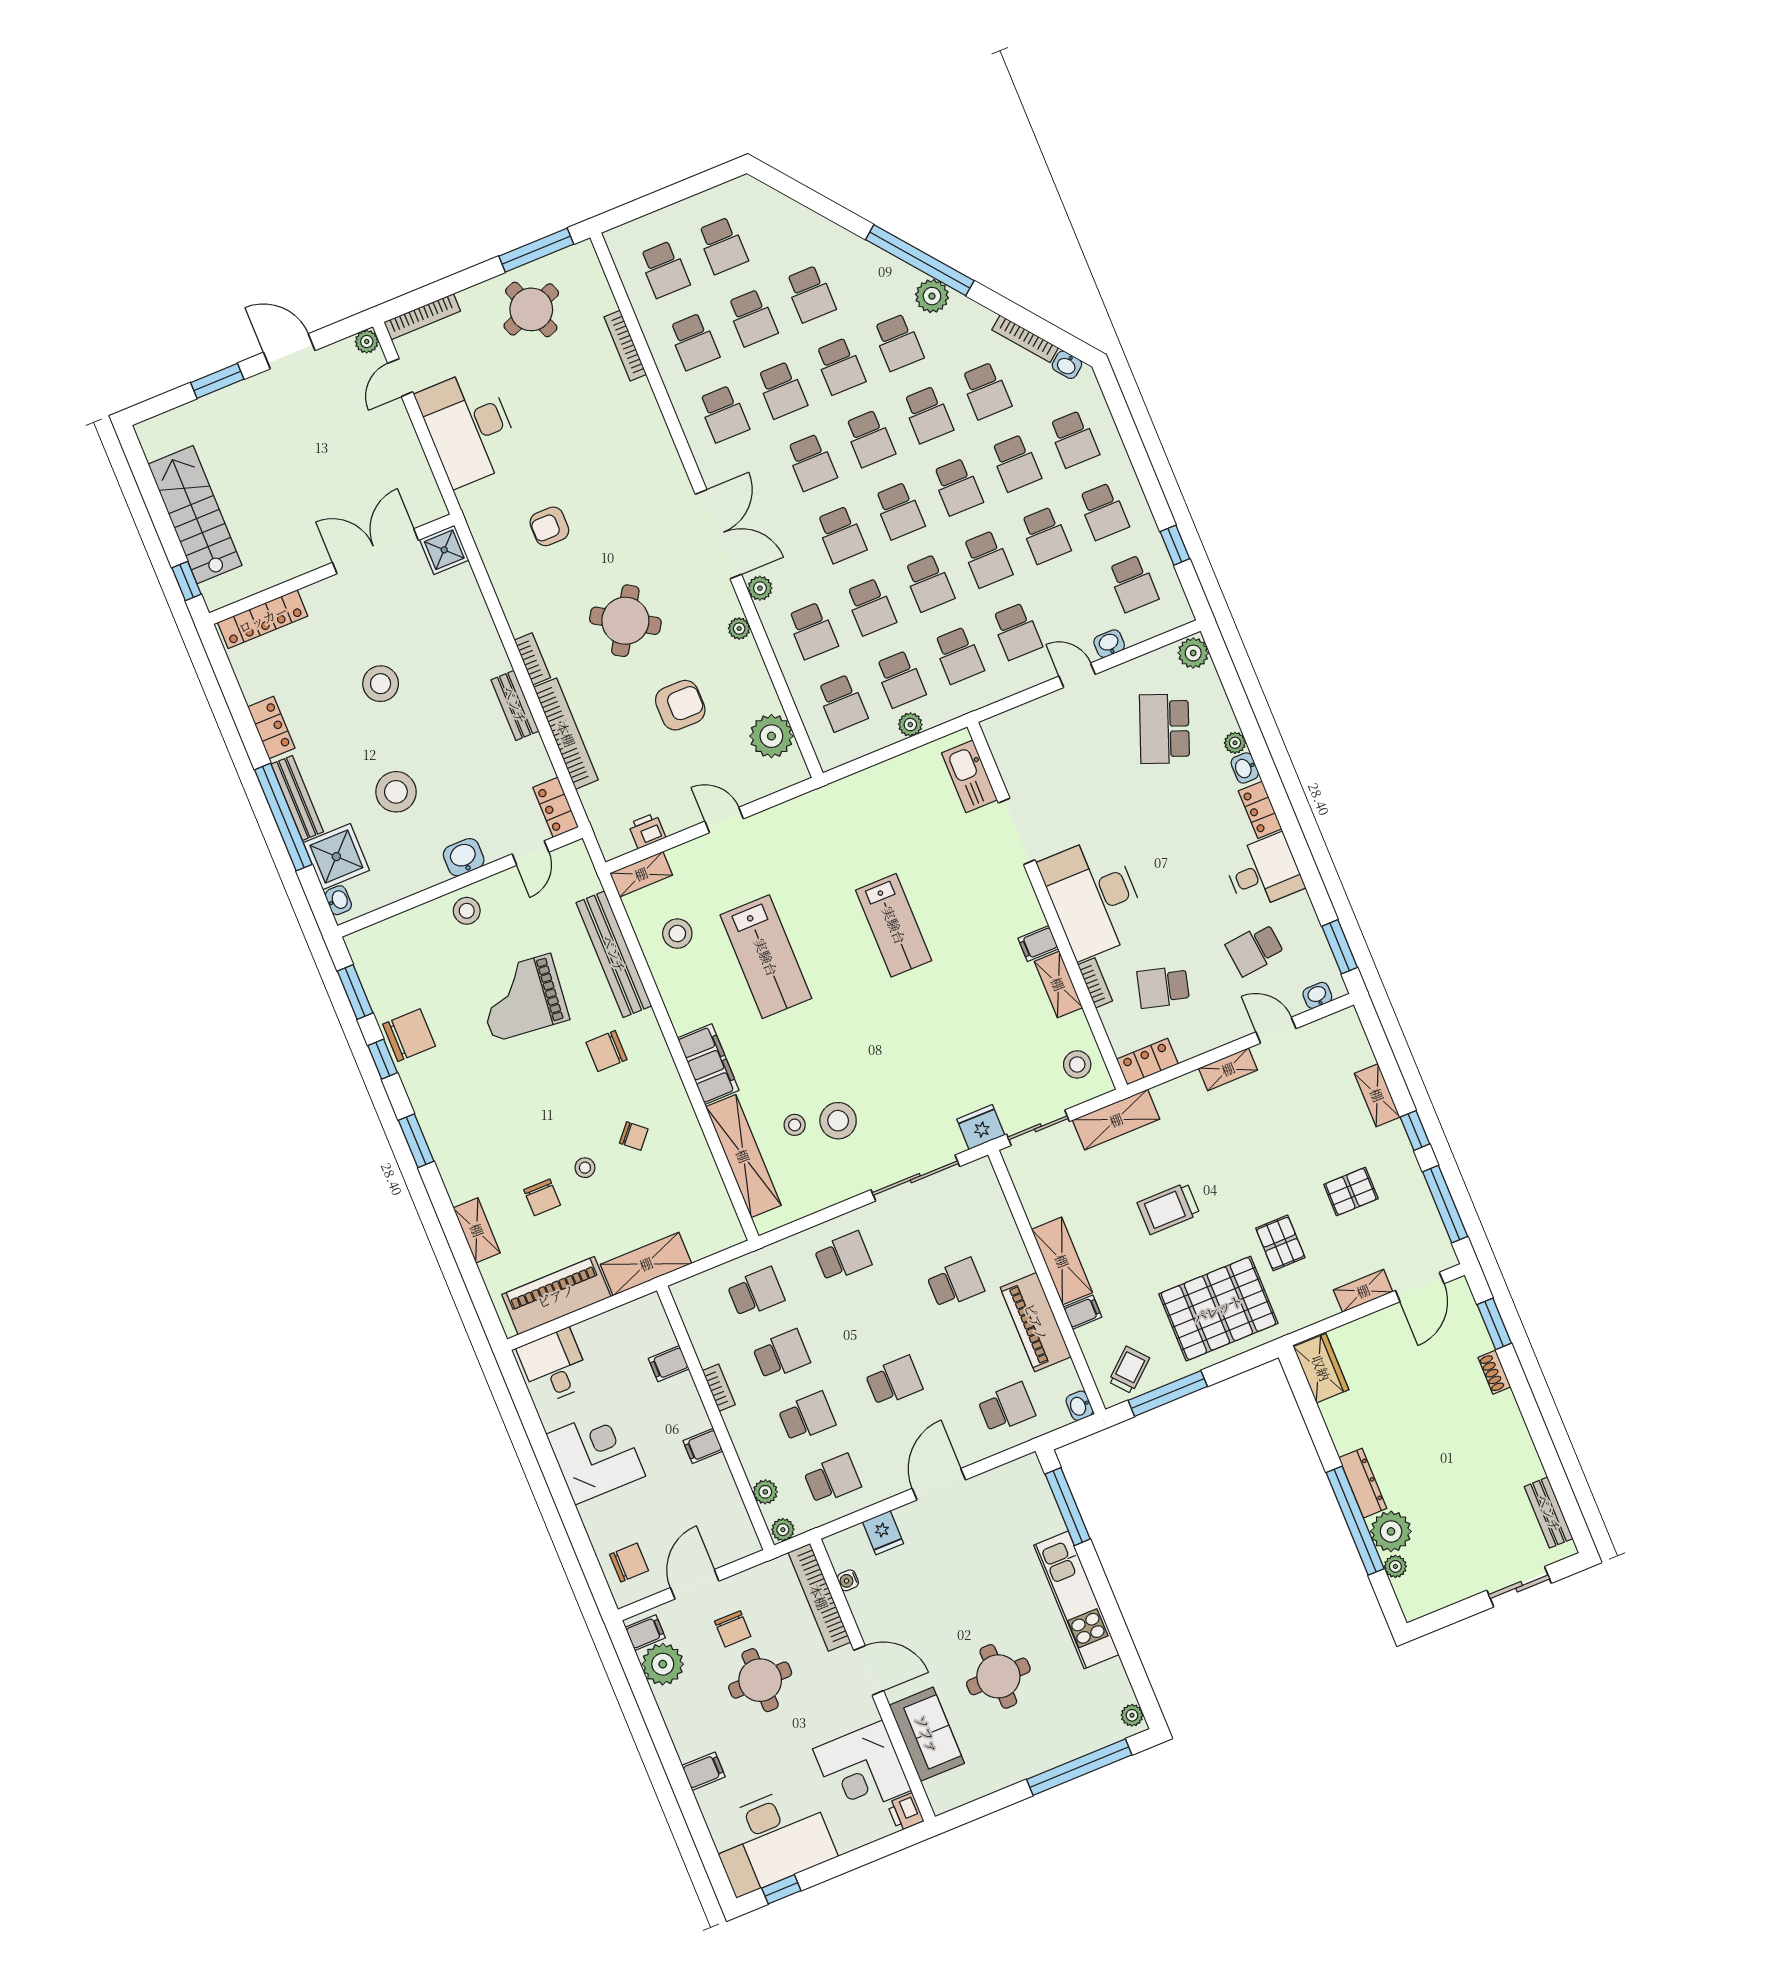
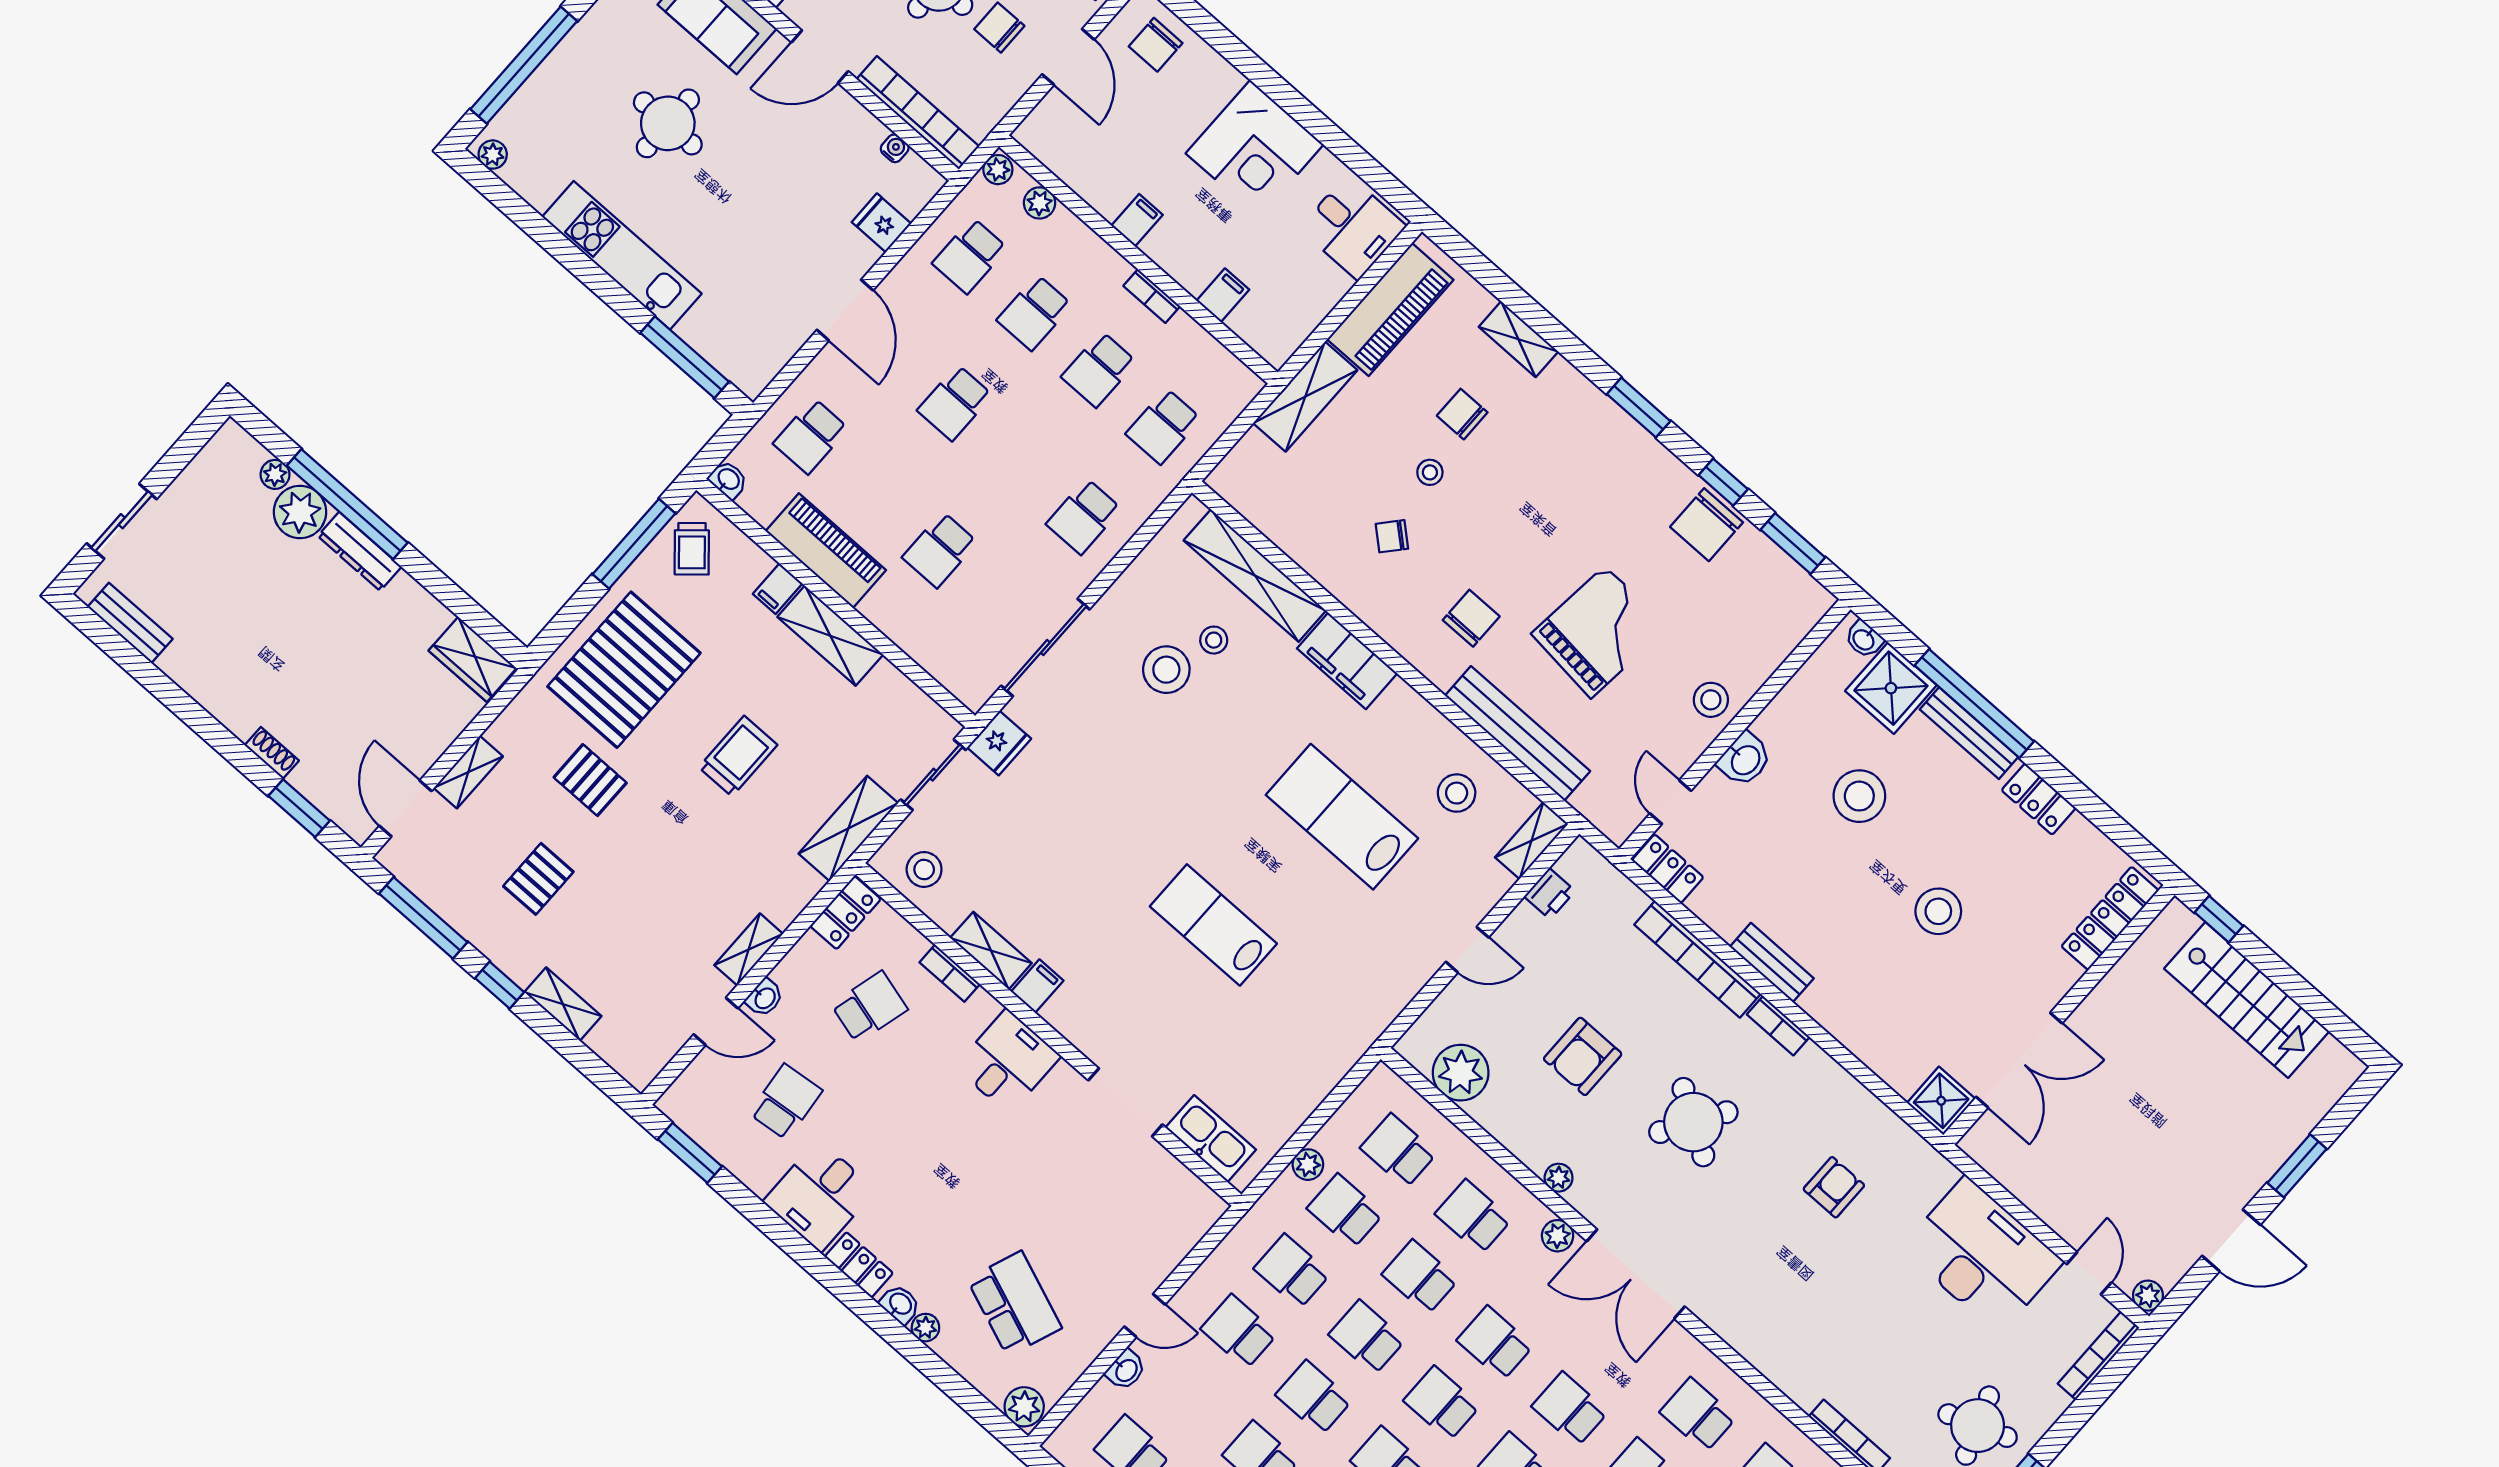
desk: (1094, 897) -> (1008, 1061), width x0.53, depth x0.77
washbasin: (1317, 995) -> (765, 998), moved

